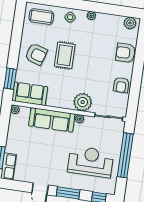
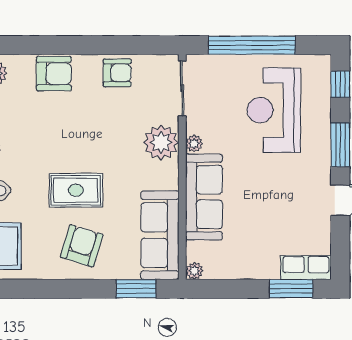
armchair: (126, 53) -> (54, 74), turned -90
sofa: (30, 94) -> (160, 235), width x1.36

